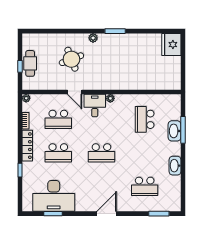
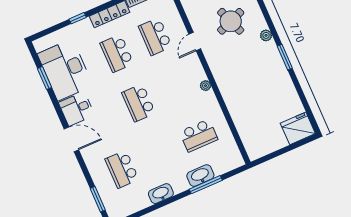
desk: (95, 106) -> (77, 109), moved, turned 180
school desk: (145, 119) -> (199, 135), turned 180

